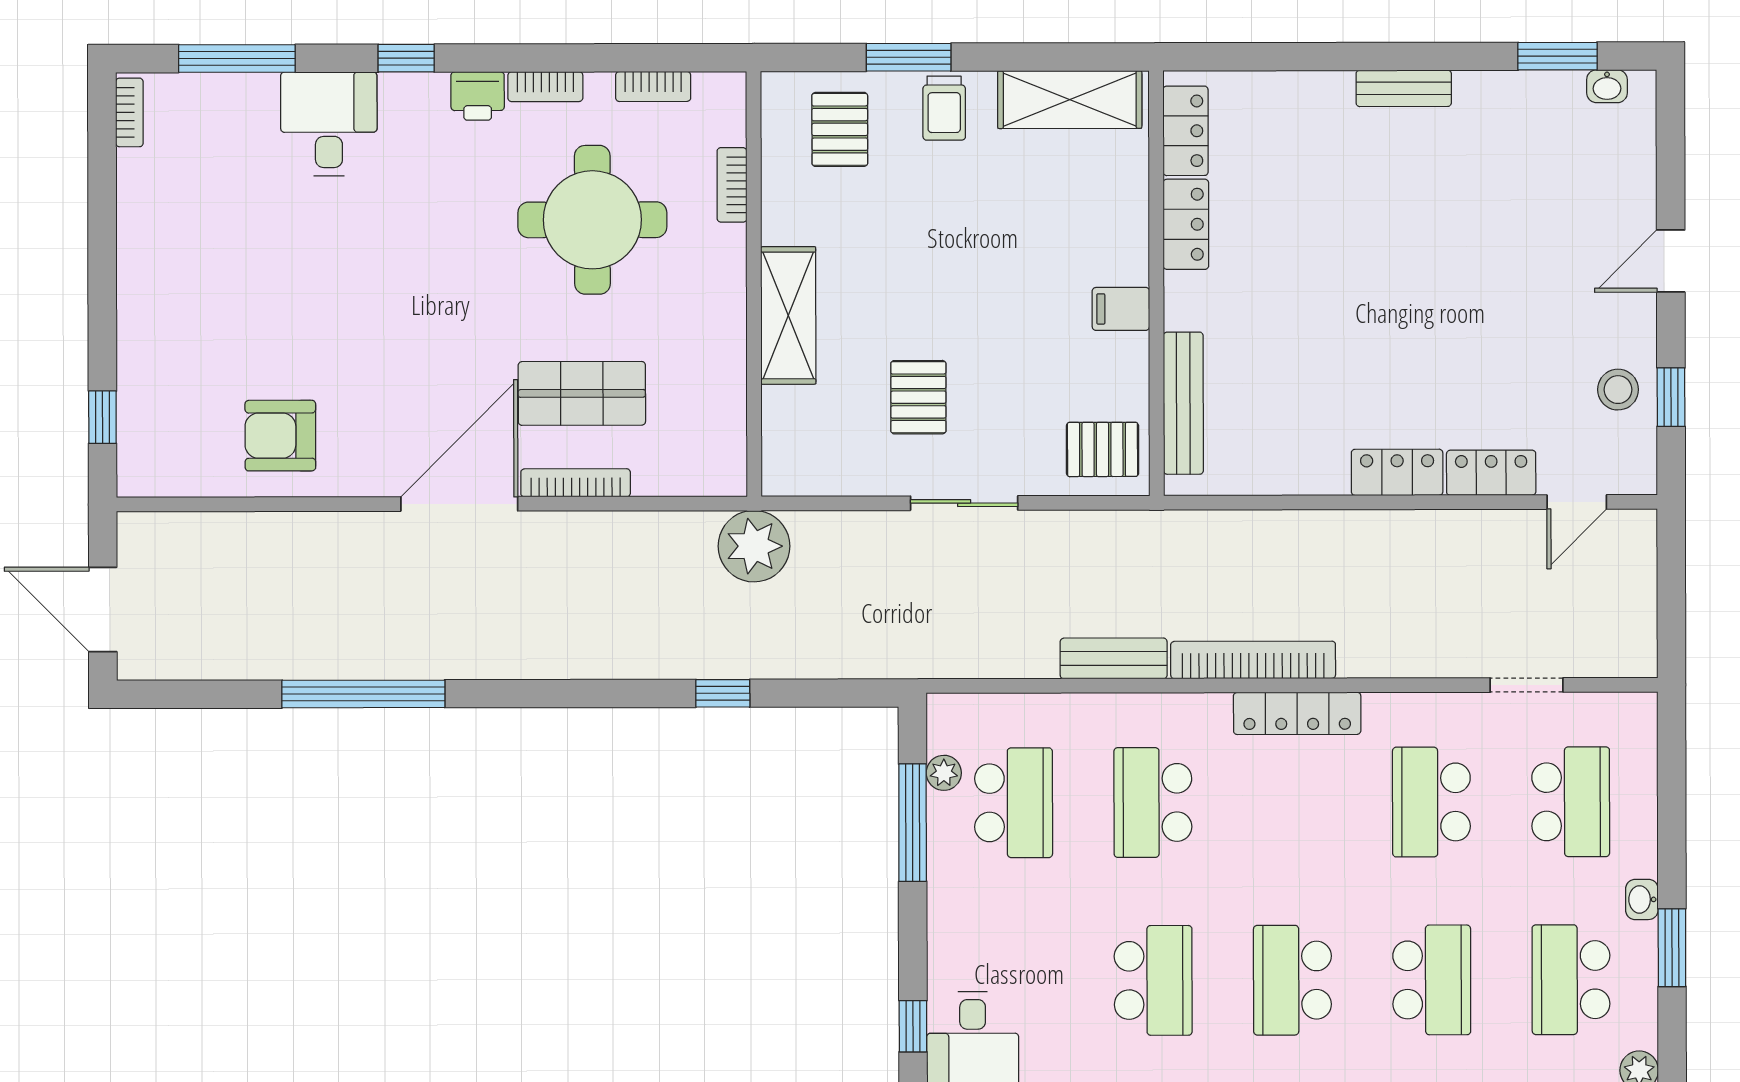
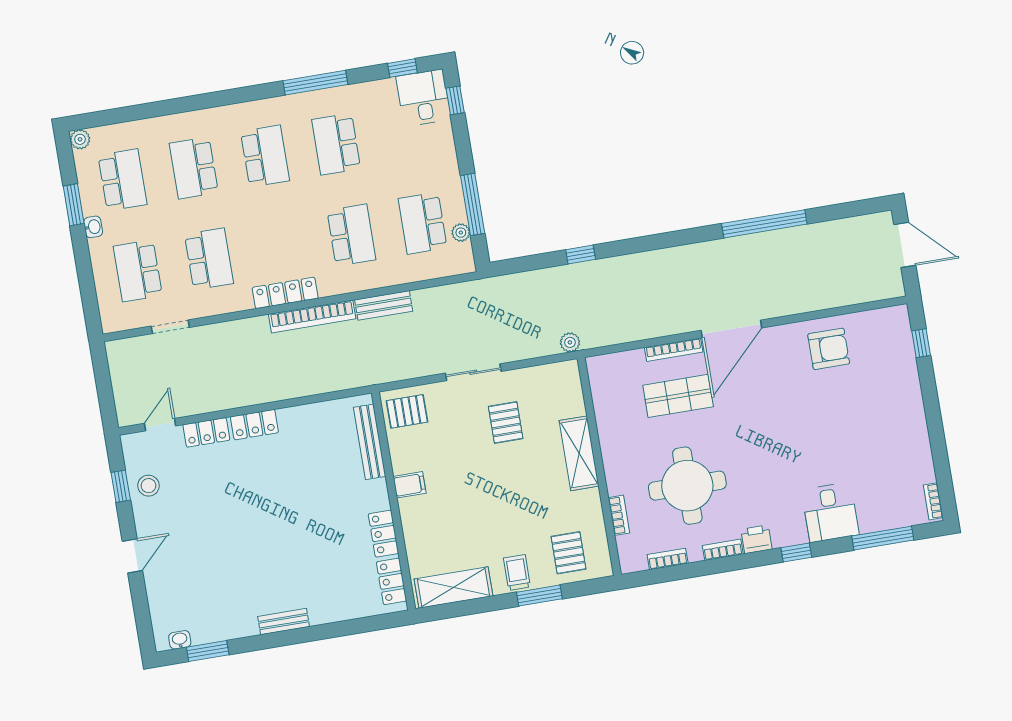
plant: (754, 546) -> (570, 342), width x0.53, depth x0.53

